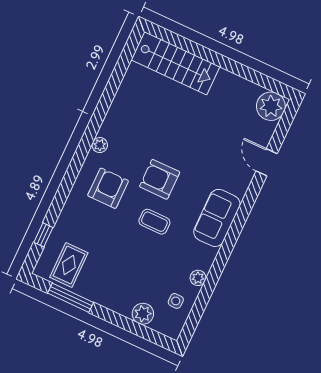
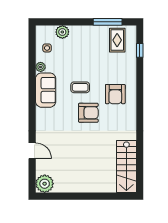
stairs: (175, 63) -> (126, 167), moved, turned -90
plant: (100, 145) -> (131, 116), removed
sofa: (217, 218) -> (46, 90), moved

